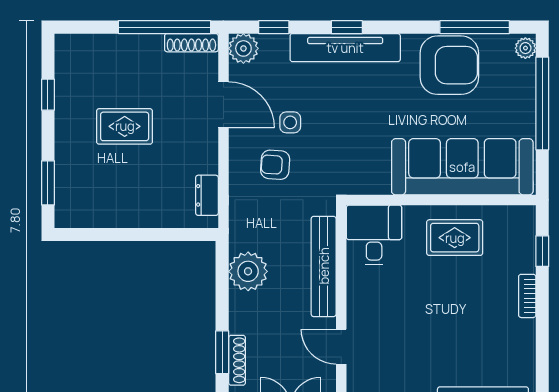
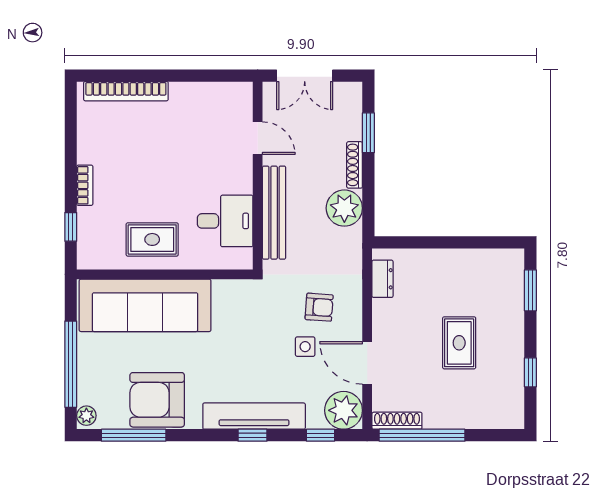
plant: (243, 48) -> (344, 410), width x1.36, depth x1.36
rug: (125, 126) -> (459, 343), turned 90
desk: (374, 235) -> (225, 221), moved, turned -90
shoe rack: (237, 360) -> (355, 165), moved

